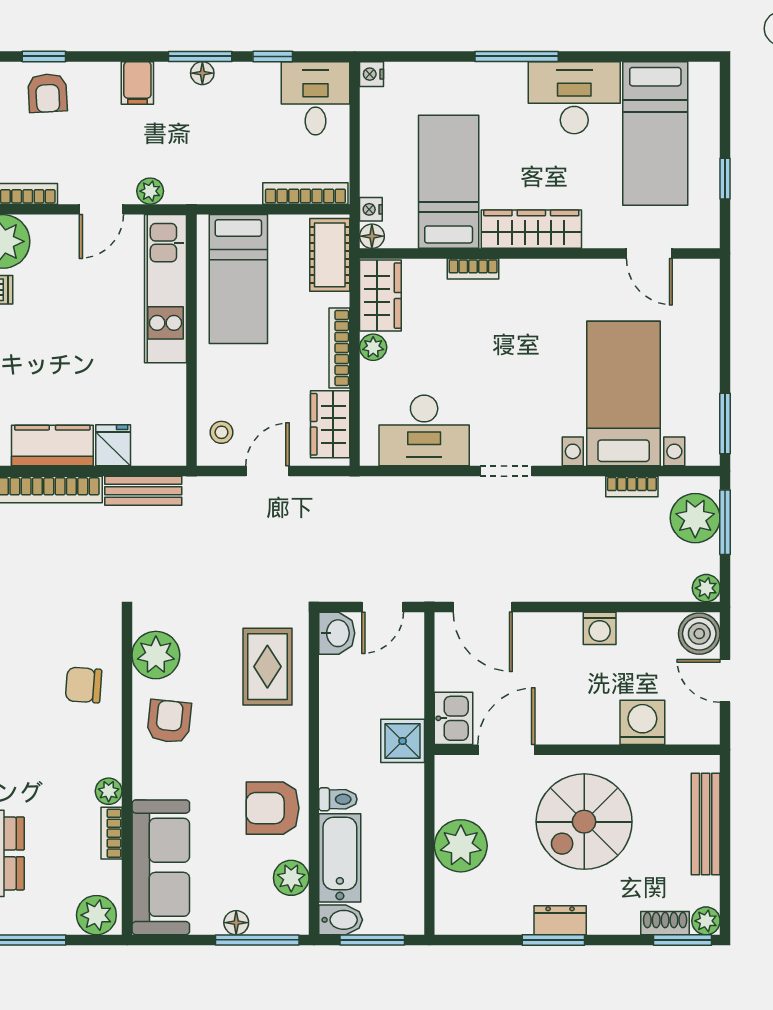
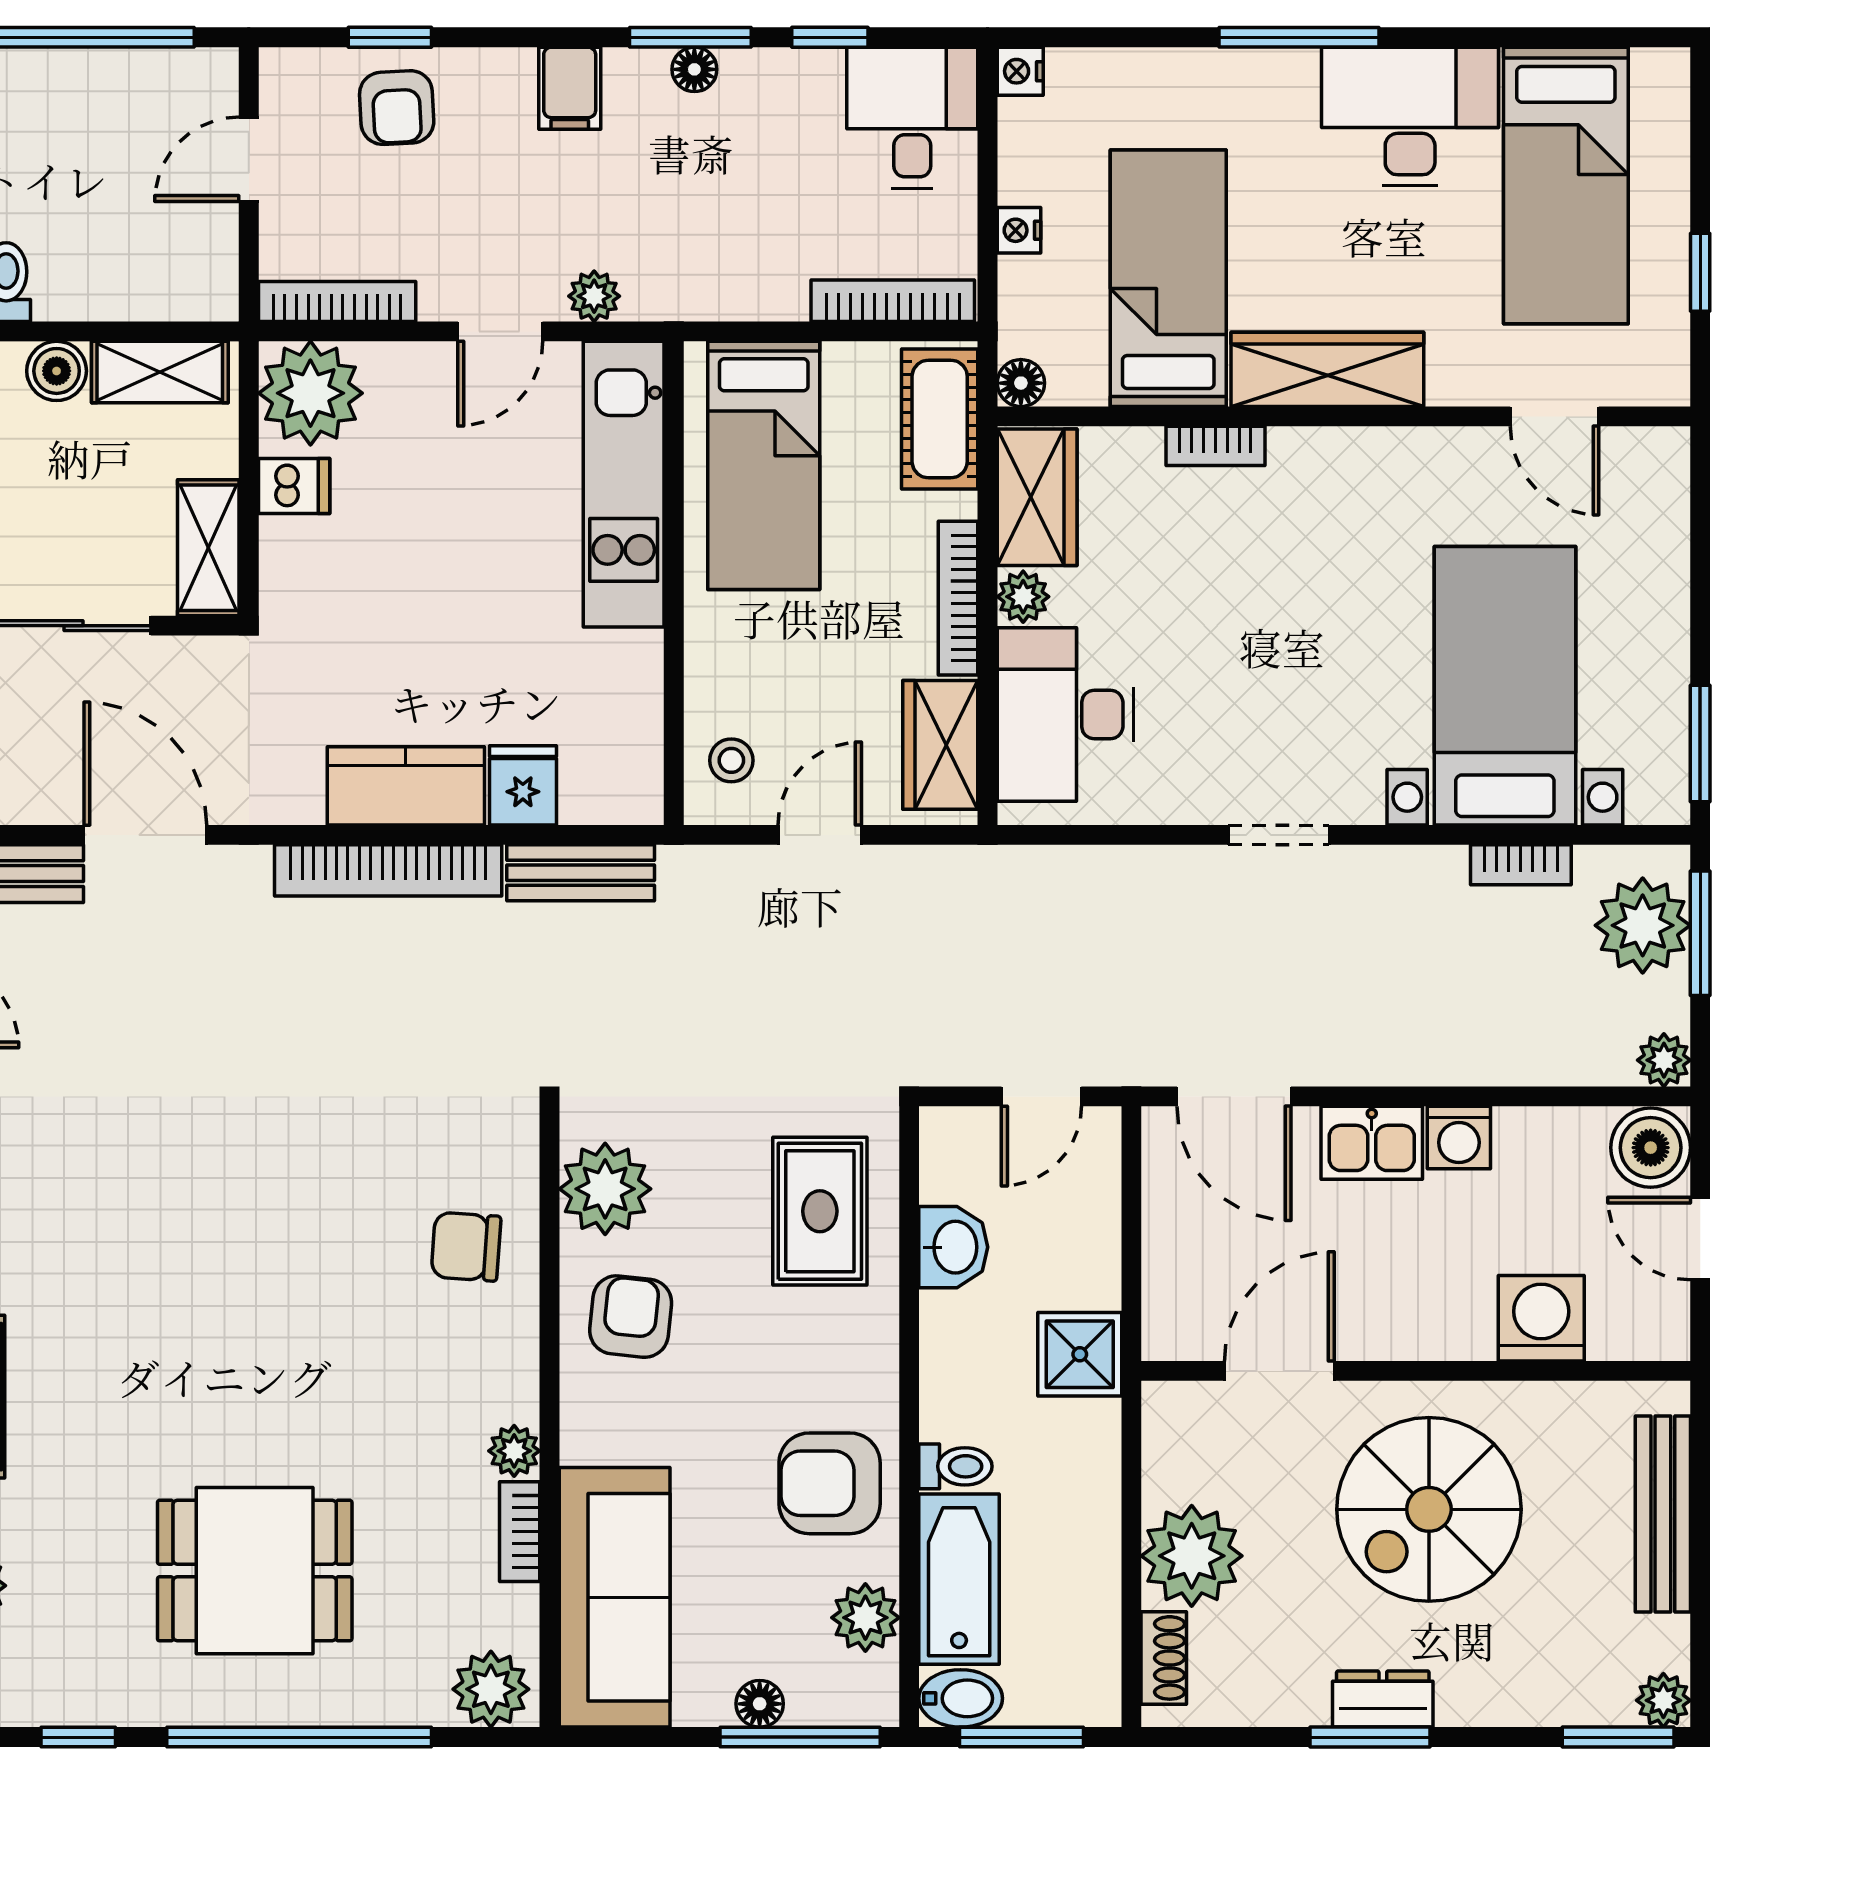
nightstand: (371, 209) -> (1019, 230), moved
desk: (424, 430) -> (1066, 714), moved, turned 90
washbasin: (337, 633) -> (953, 1247), moved
kitchen sink: (454, 718) -> (1372, 1143), moved, turned 90
shoe rack: (665, 923) -> (1164, 1658), moved, turned 90

